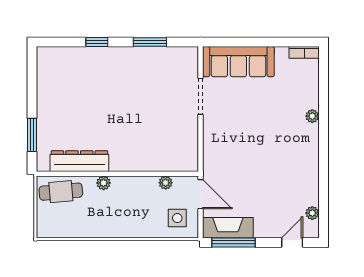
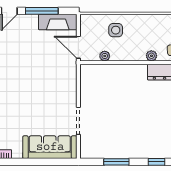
side table: (177, 218) -> (116, 30), moved
window: (234, 242) -> (42, 11), moved

